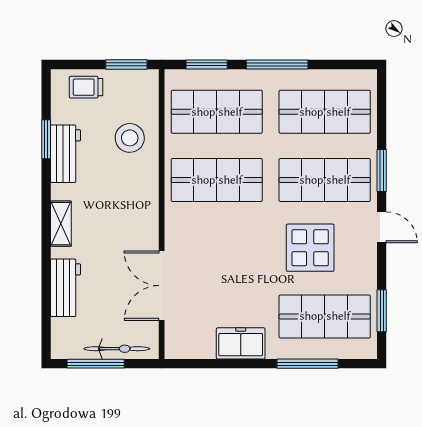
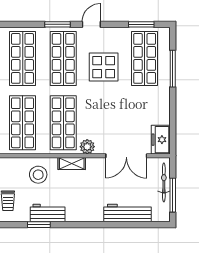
plant: (177, 220) -> (87, 147), added
shelving: (61, 224) -> (72, 163), moved
workbench: (66, 288) -> (128, 213), width x1.38
freezer: (241, 343) -> (161, 140), moved

